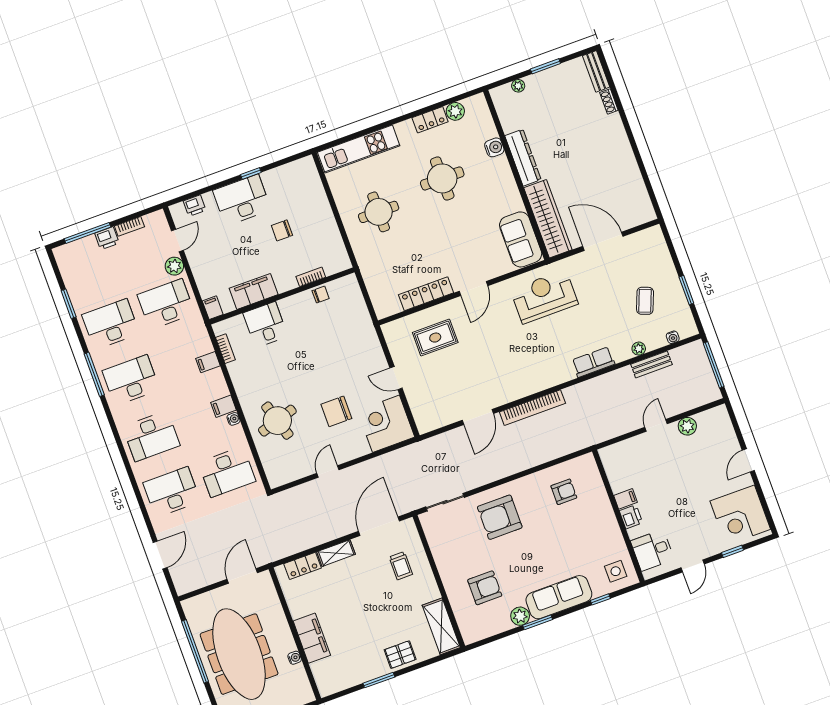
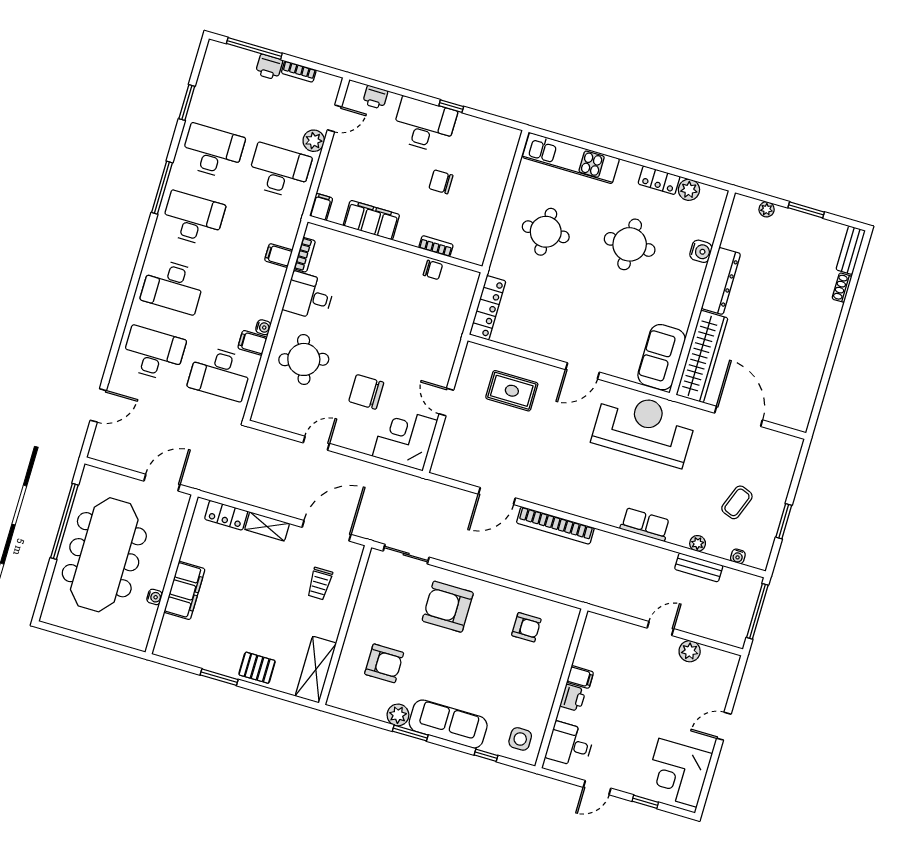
locker: (426, 294) -> (488, 308), moved, turned 90
reception desk: (544, 297) -> (644, 428), width x1.36, depth x1.30
desk: (265, 325) -> (309, 296), moved, turned -90
filing cabinet: (224, 406) -> (252, 343), moved

